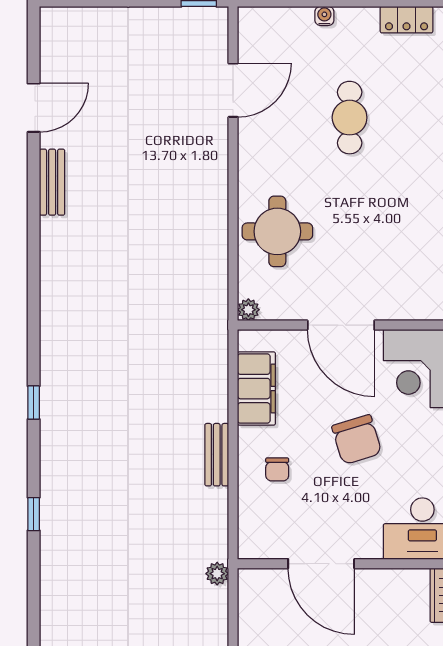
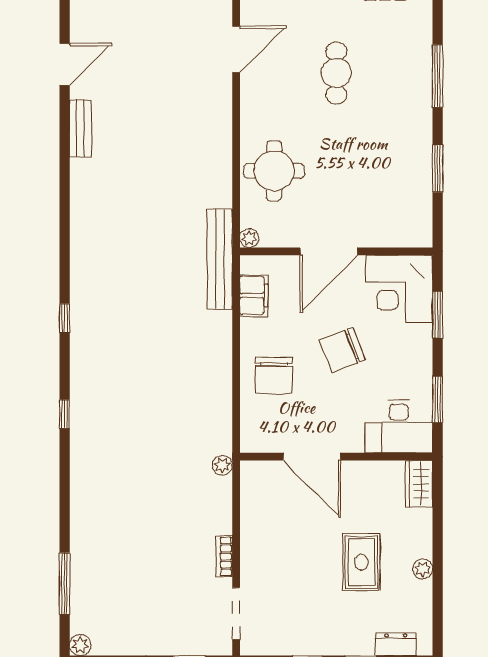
door: (341, 325) -> (329, 251), hinge flipped
filing cabinet: (256, 389) -> (254, 295), width x0.67, depth x0.86
chair: (357, 440) -> (342, 350), turned 86
bench: (217, 455) -> (220, 259), moved, width x1.86, depth x1.21
chair: (277, 469) -> (274, 376), width x1.87, depth x1.87

